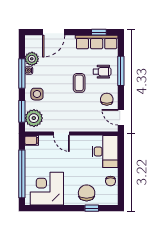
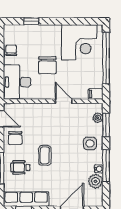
plant: (34, 118) -> (98, 118), width x0.53, depth x0.53
chair: (87, 193) -> (47, 65), moved

